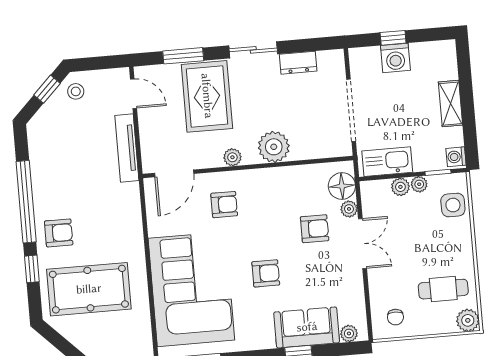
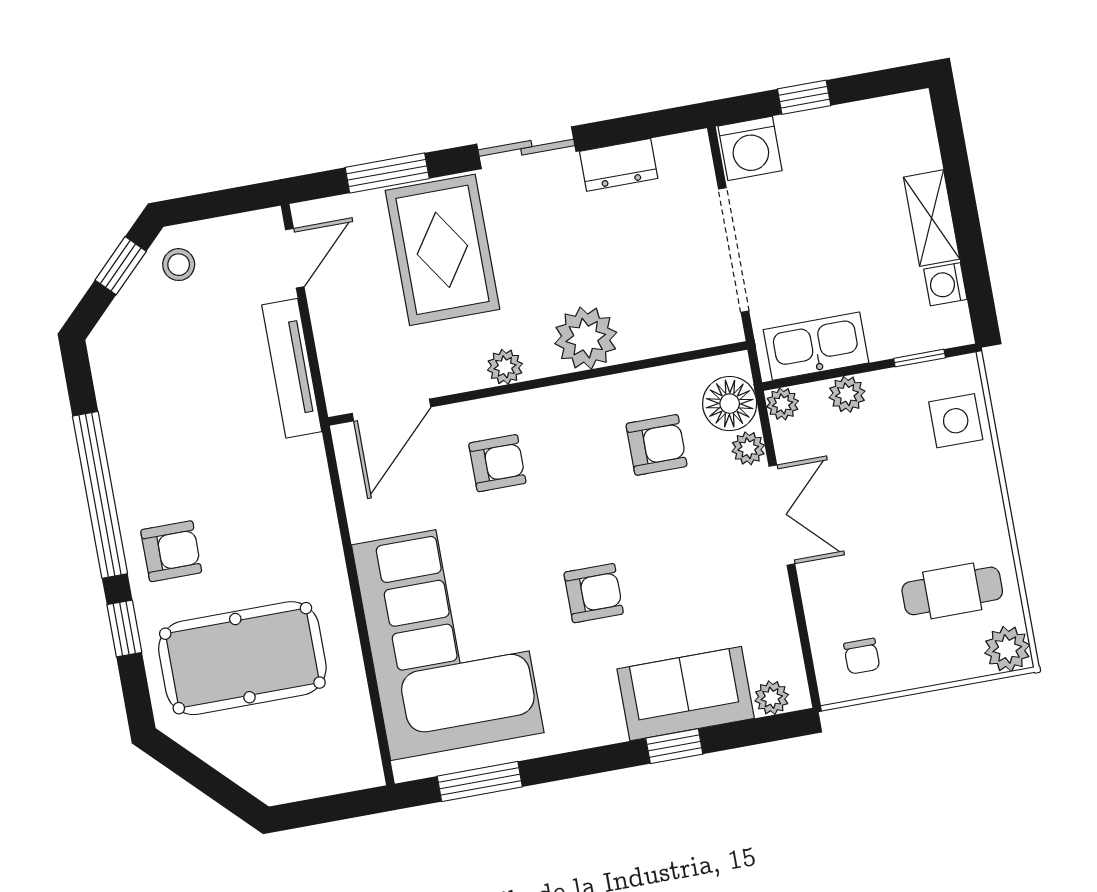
washing machine: (395, 58) -> (750, 148), moved
door: (134, 94) -> (295, 258), hinge flipped
washing machine: (456, 157) -> (945, 284), moved
plant: (419, 184) -> (783, 404), moved
armchair: (315, 229) -> (656, 445), moved

